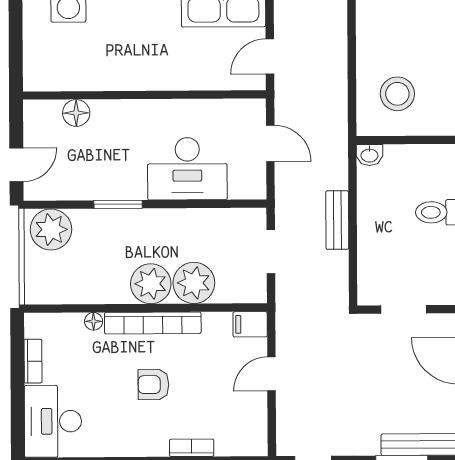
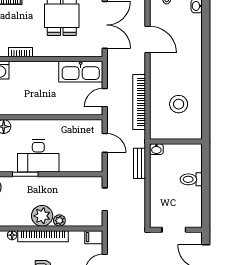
bookcase: (336, 65) -> (139, 102), added
stool: (397, 94) -> (179, 104), moved
desk: (187, 169) -> (38, 156), moved
bench: (337, 220) -> (139, 163), moved
plant: (194, 283) -> (59, 220), width x0.53, depth x0.53

